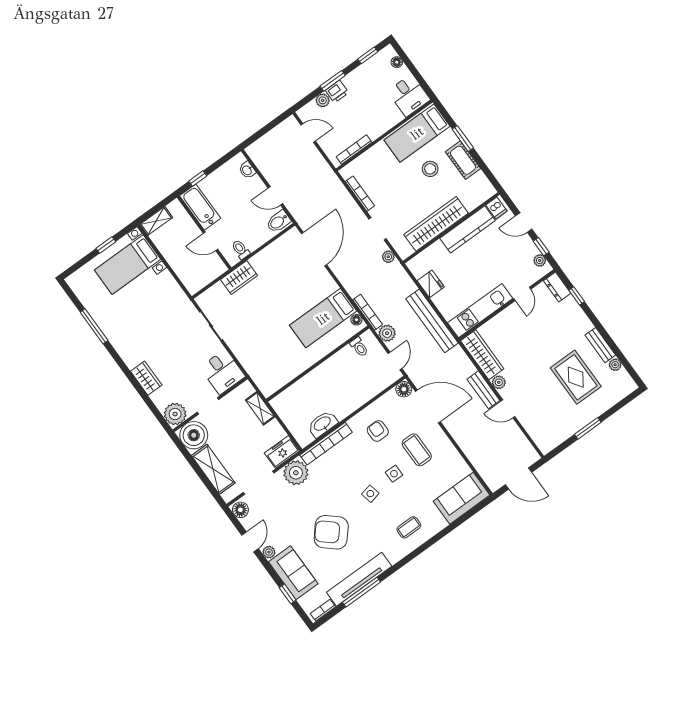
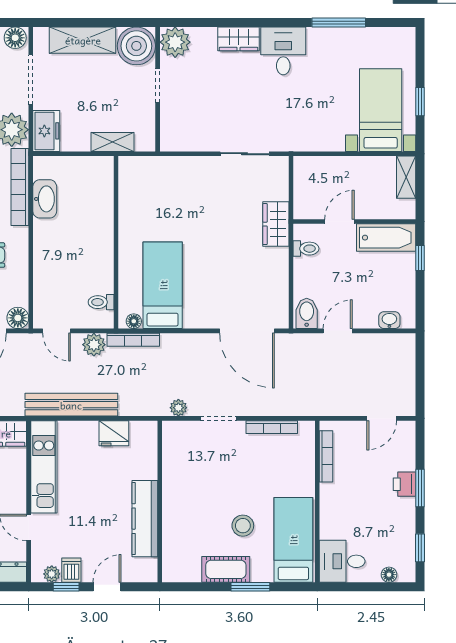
plant: (323, 100) -> (406, 461), removed
dishwasher: (496, 208) -> (71, 570), moved, turned 90
wardrobe: (436, 224) -> (176, 488), removed
desk: (222, 372) -> (283, 51), moved, turned 90

